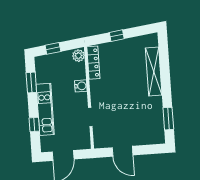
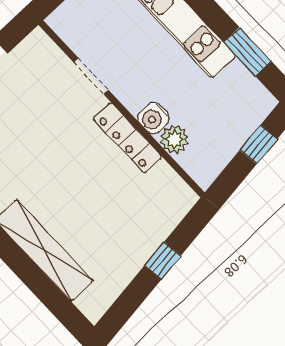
plant: (78, 56) -> (174, 139), moved
locker: (93, 63) -> (127, 138), moved

